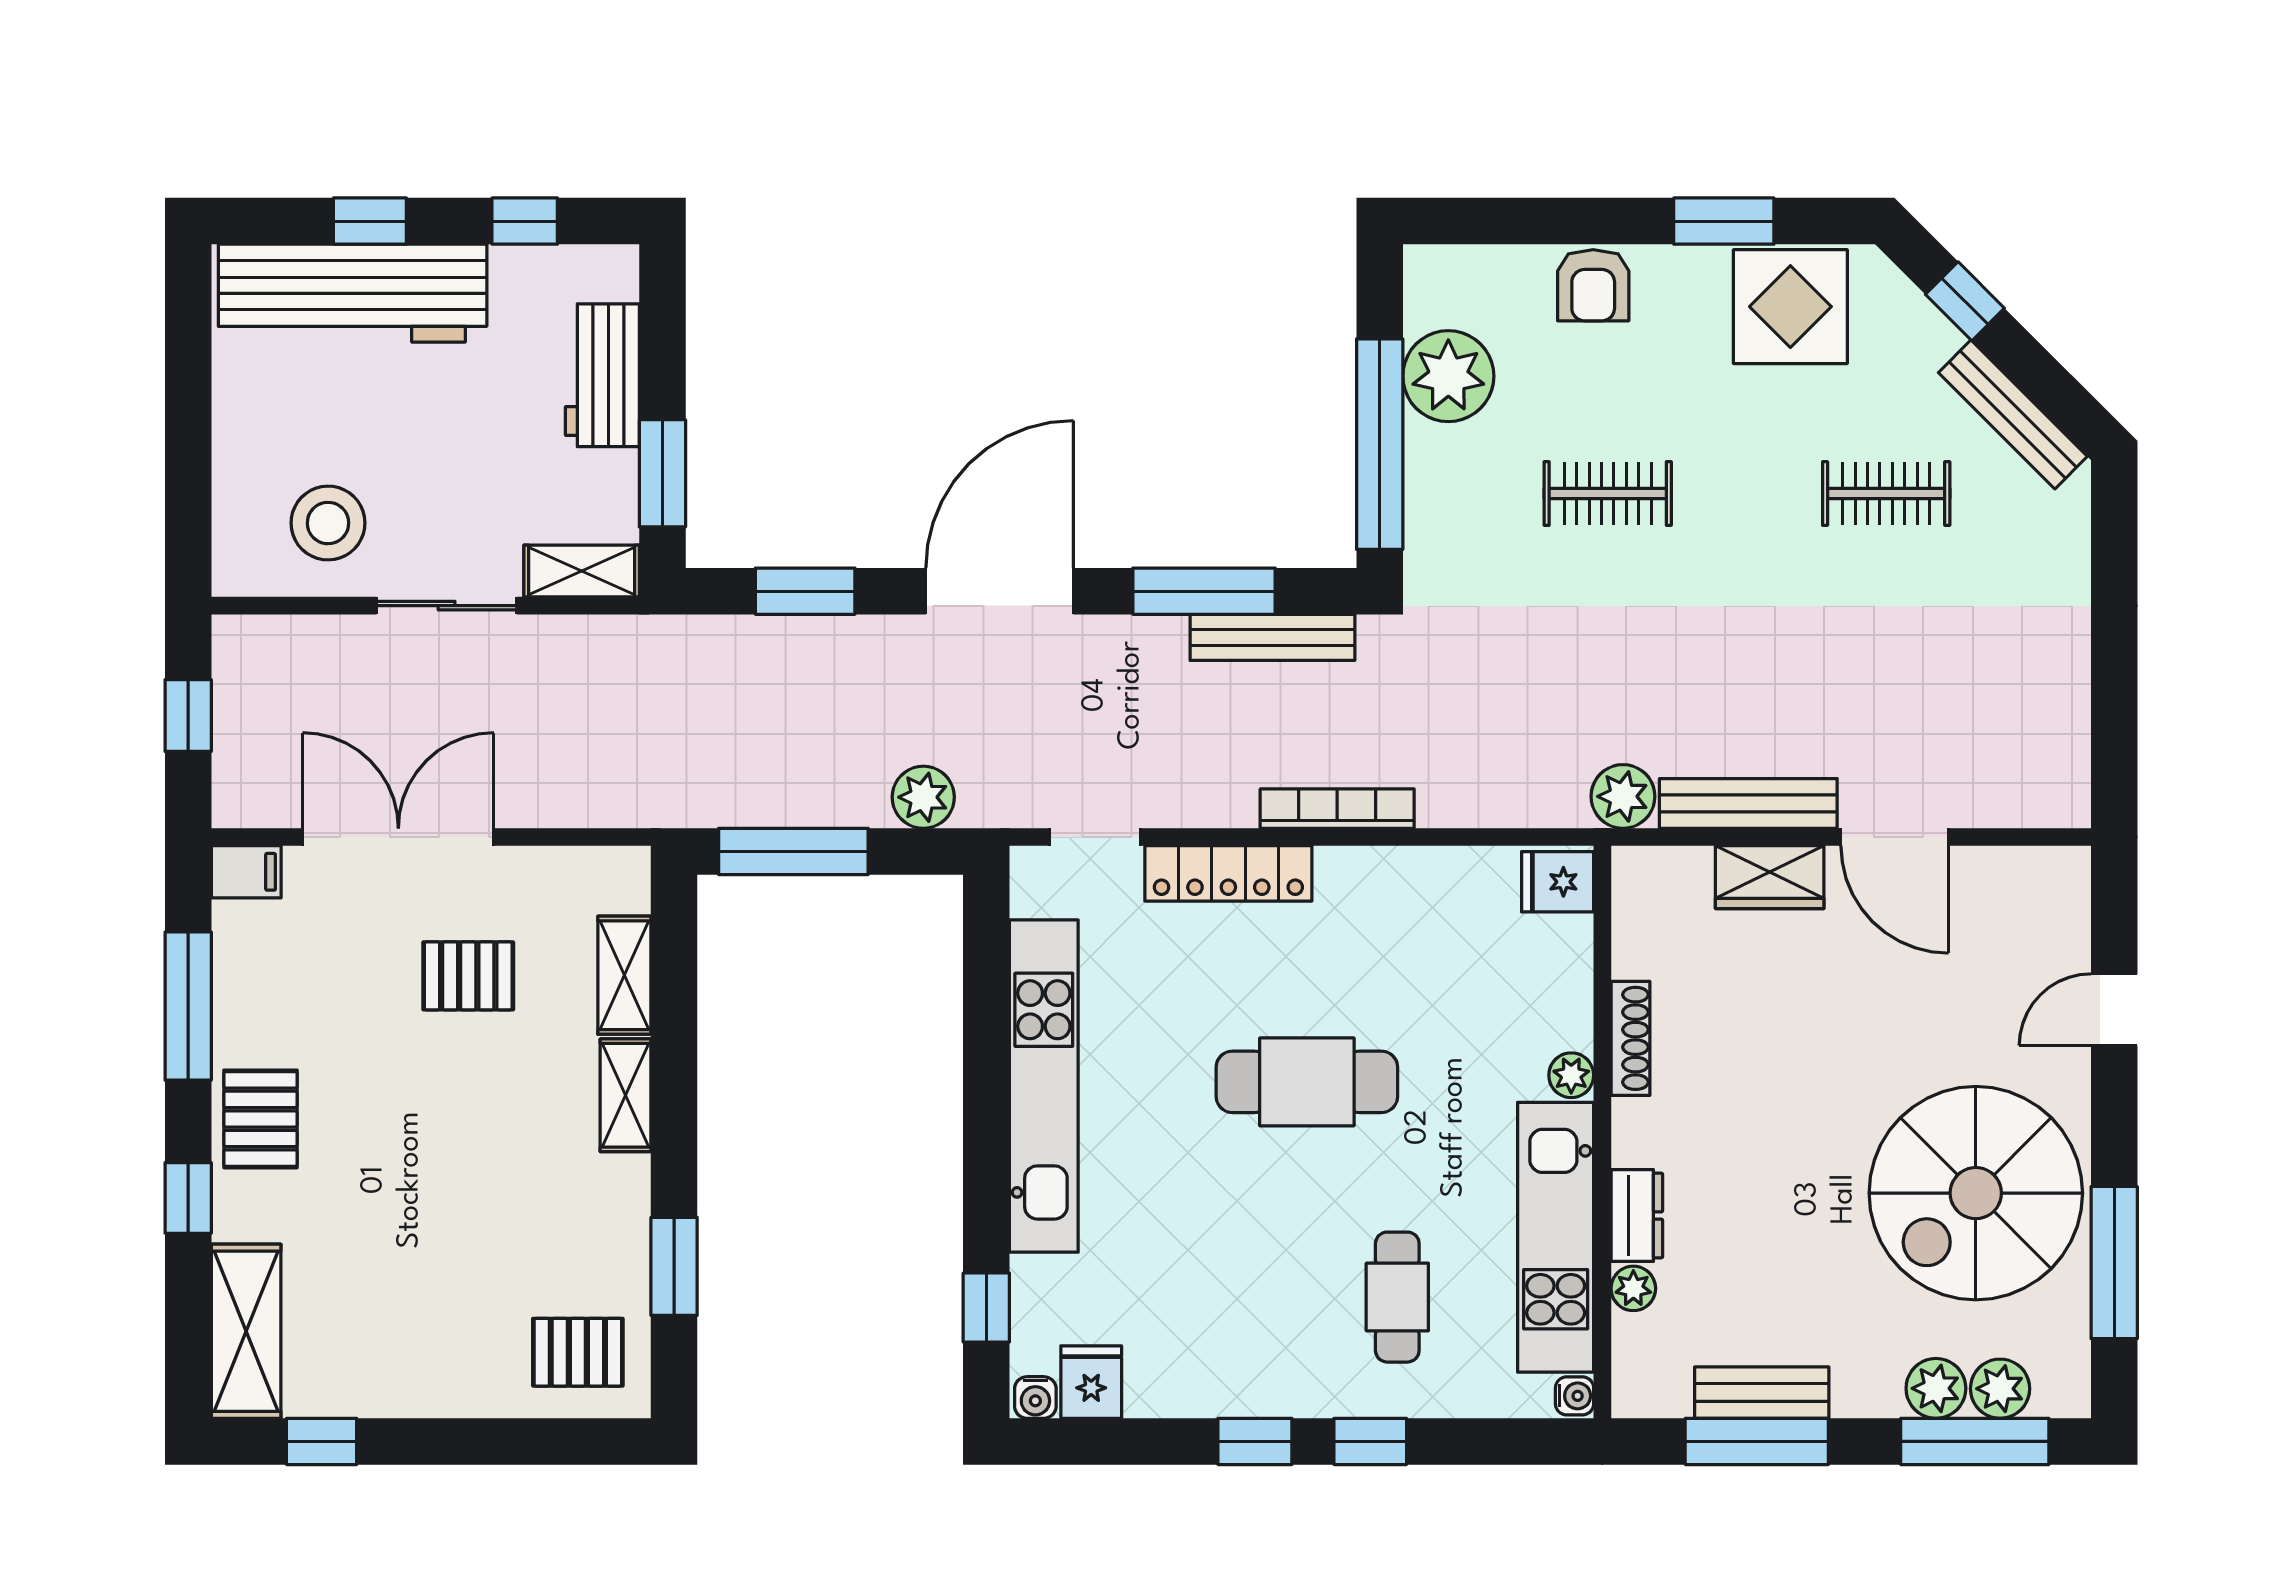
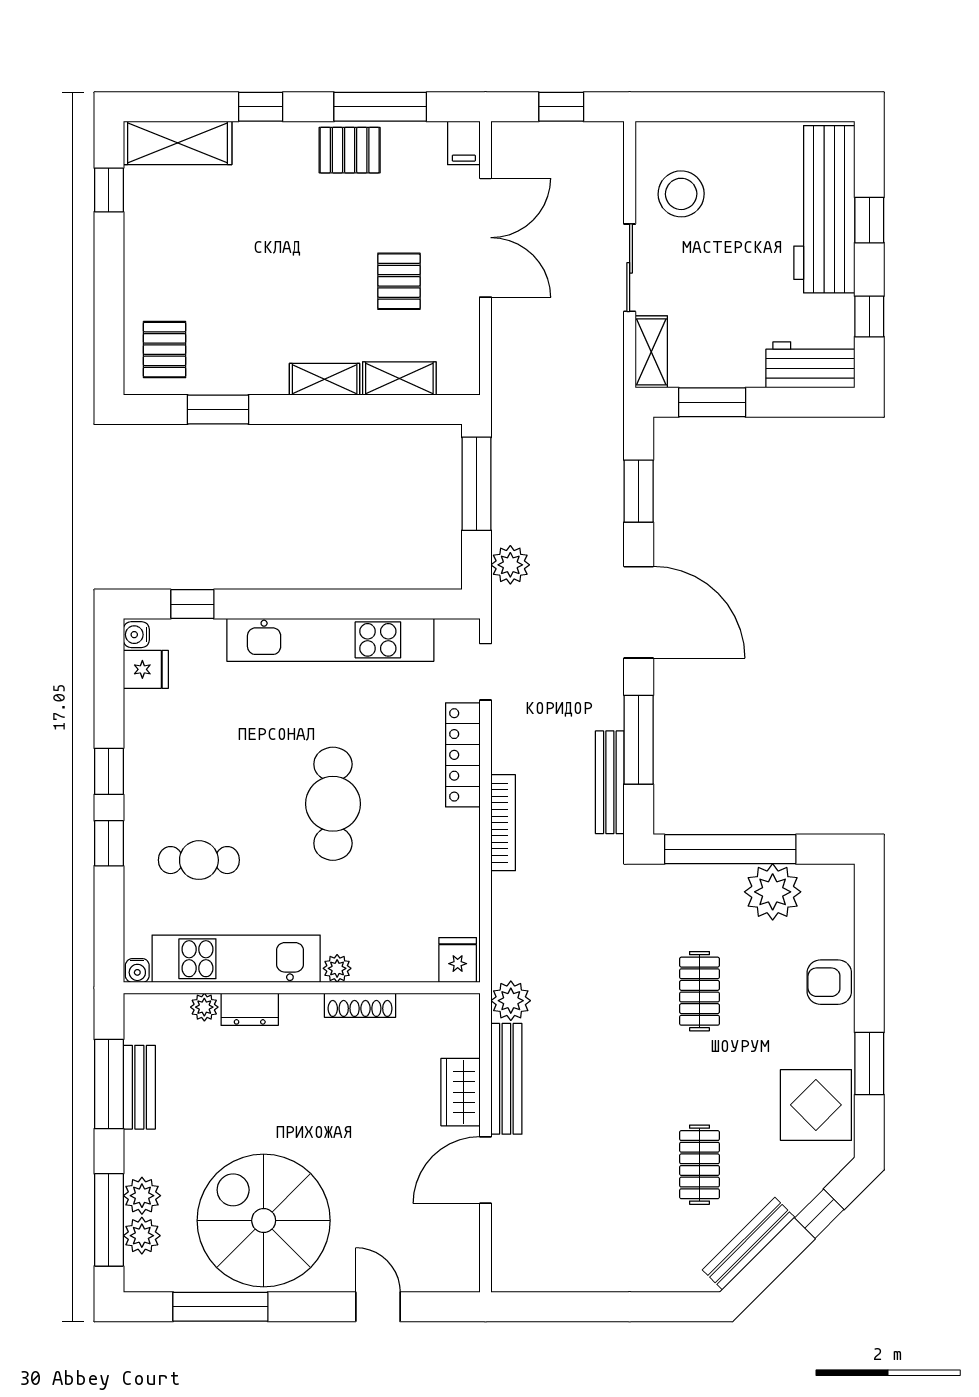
workbench: (602, 375) -> (810, 365), moved
pallet: (260, 1119) -> (350, 150), moved

